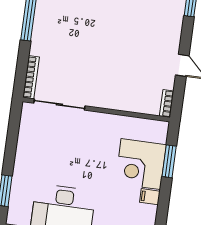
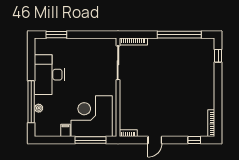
window: (169, 161) -> (90, 140), width x1.44
corner desk: (141, 164) -> (92, 116), width x1.36, depth x1.36

